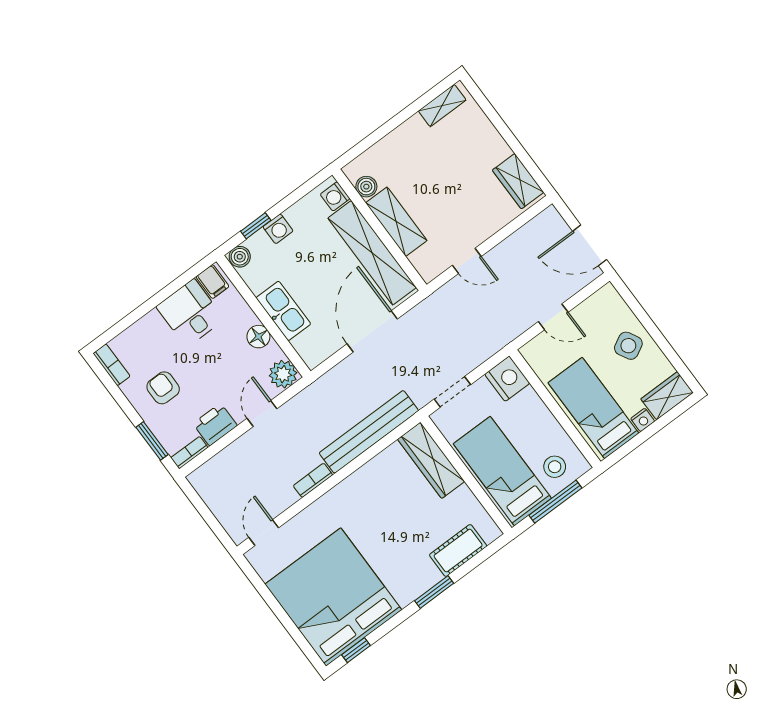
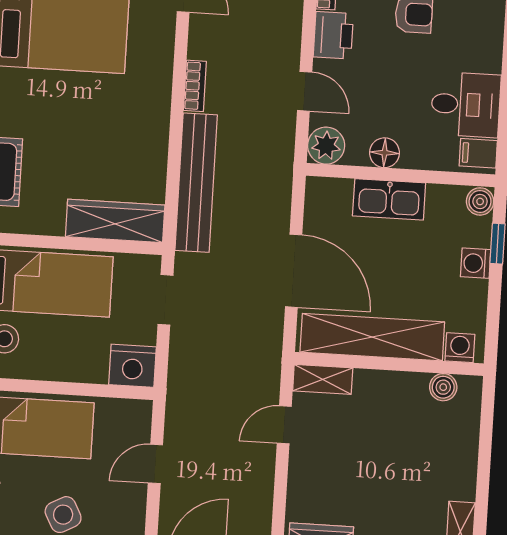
shelving: (396, 222) -> (323, 379), moved, width x0.67, depth x0.75

